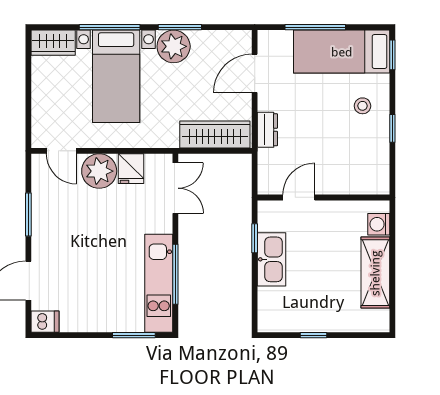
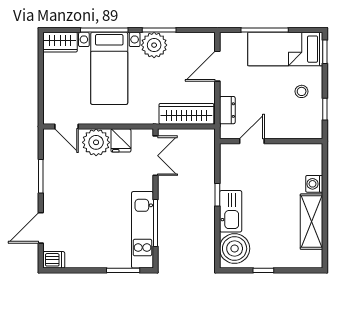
door: (299, 197) -> (252, 141), moved
wall: (324, 197) -> (271, 141), moved
boiler: (277, 307) -> (235, 249), added

